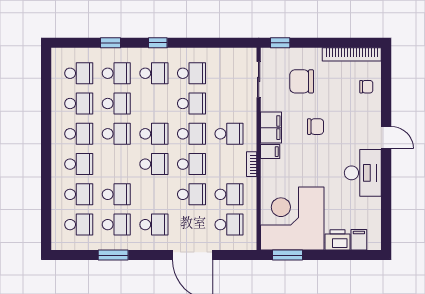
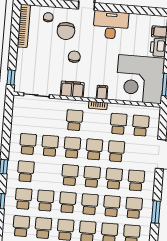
chair: (302, 81) -> (66, 31), moved
filing cabinet: (270, 152) -> (102, 92), moved
school desk: (116, 164) -> (90, 204), added
school desk: (154, 194) -> (114, 179), added

